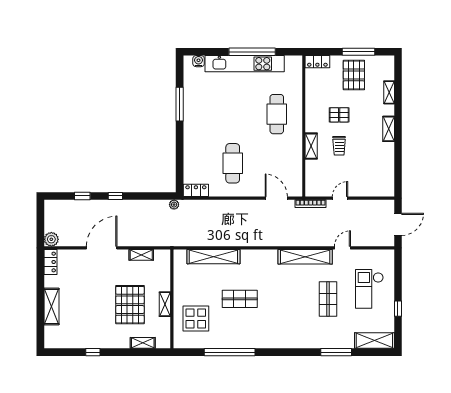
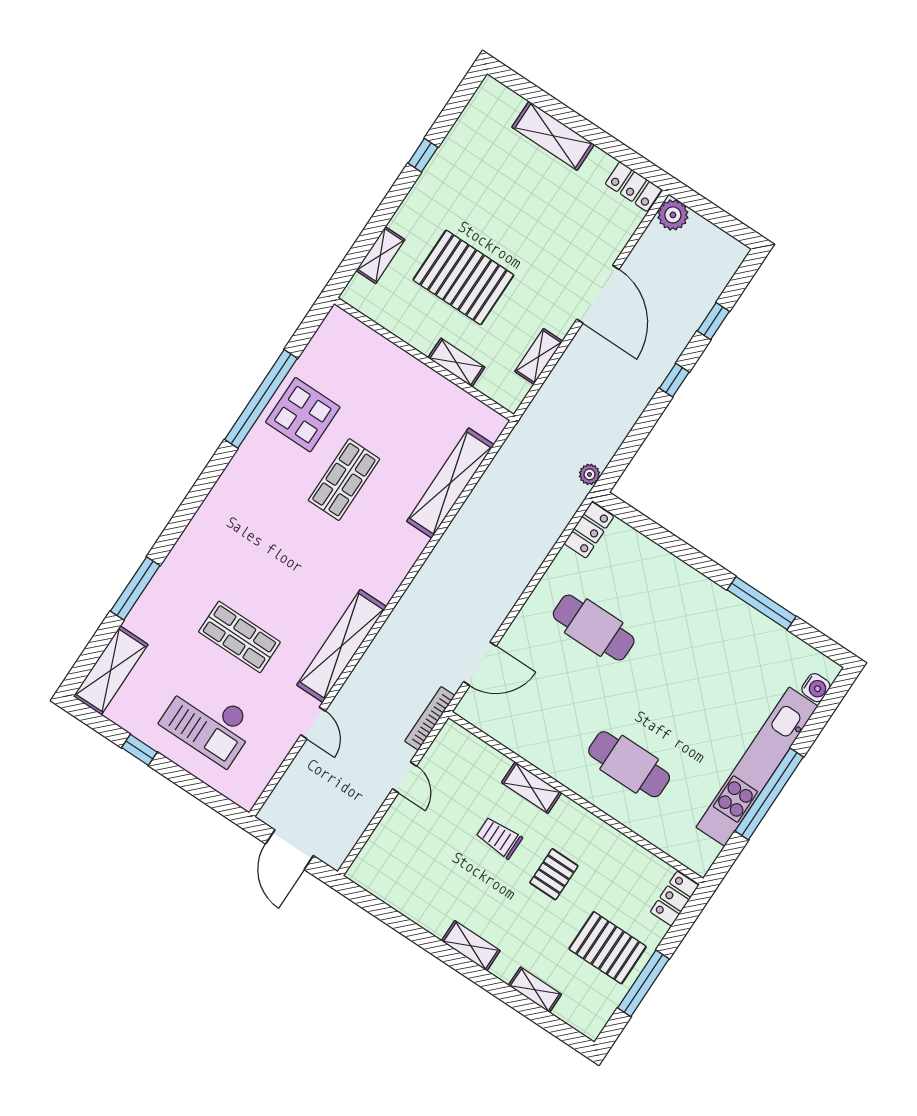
checkout: (369, 289) -> (209, 723), turned 180
shelving: (165, 304) -> (456, 362), moved
display table: (196, 318) -> (303, 415), moved

